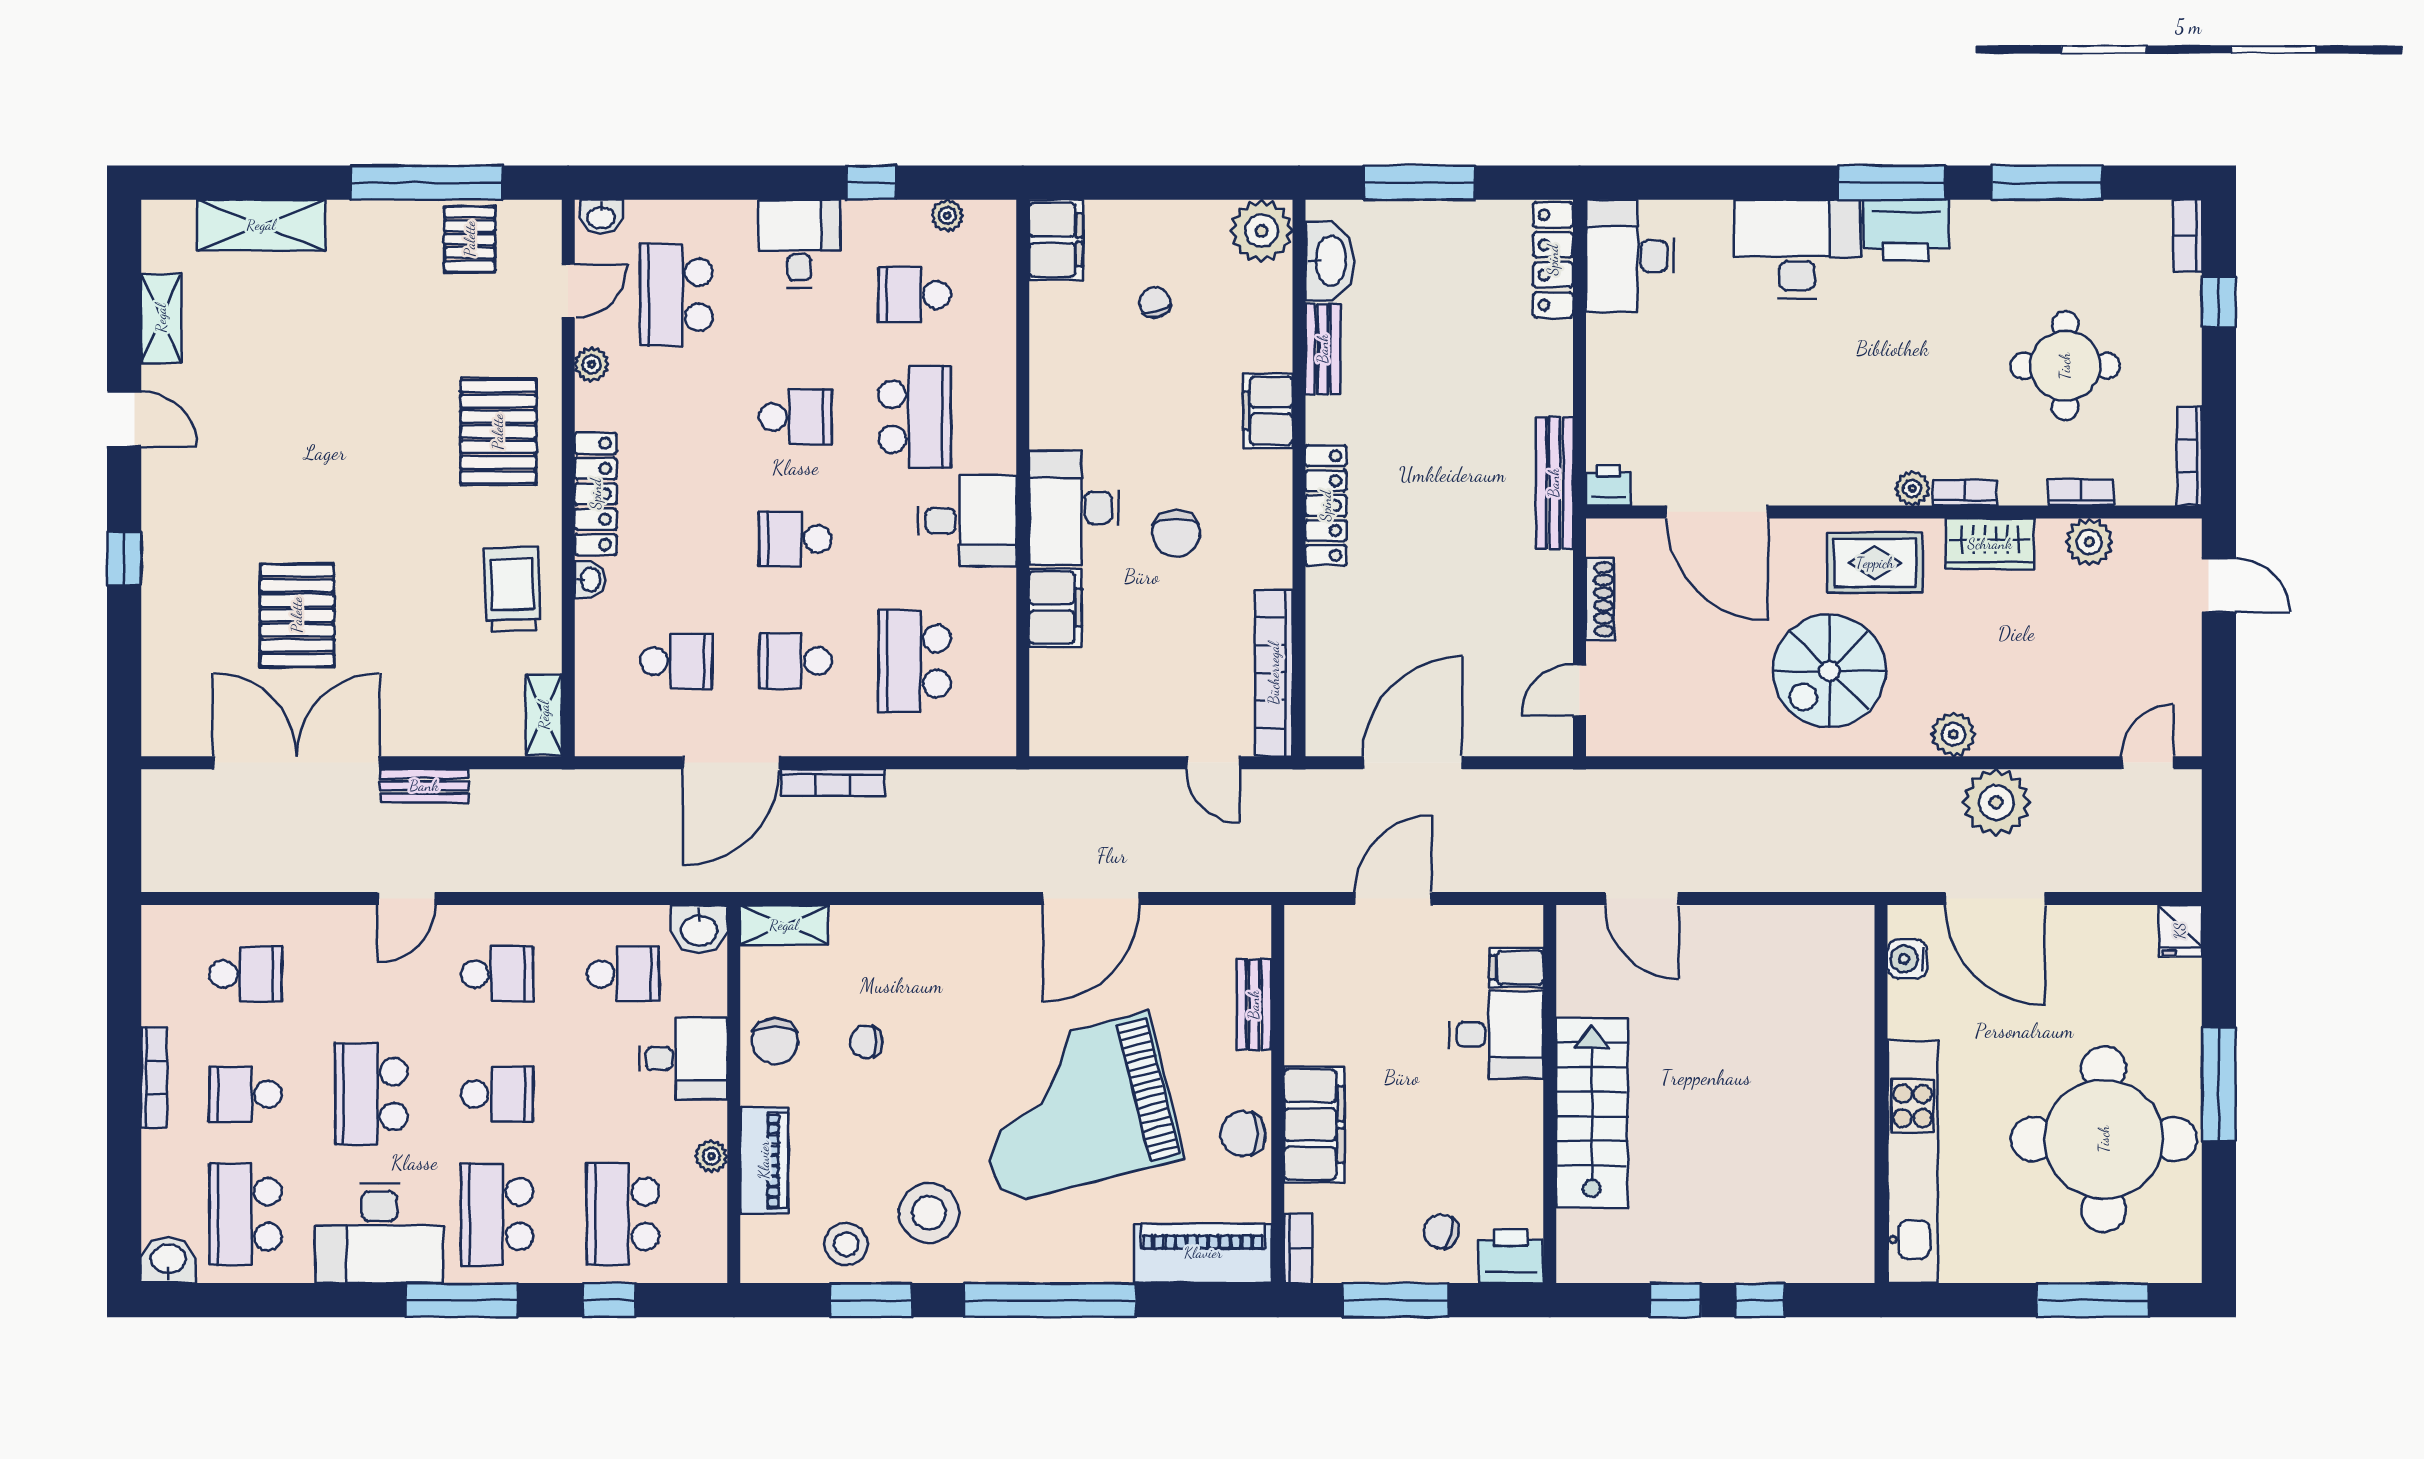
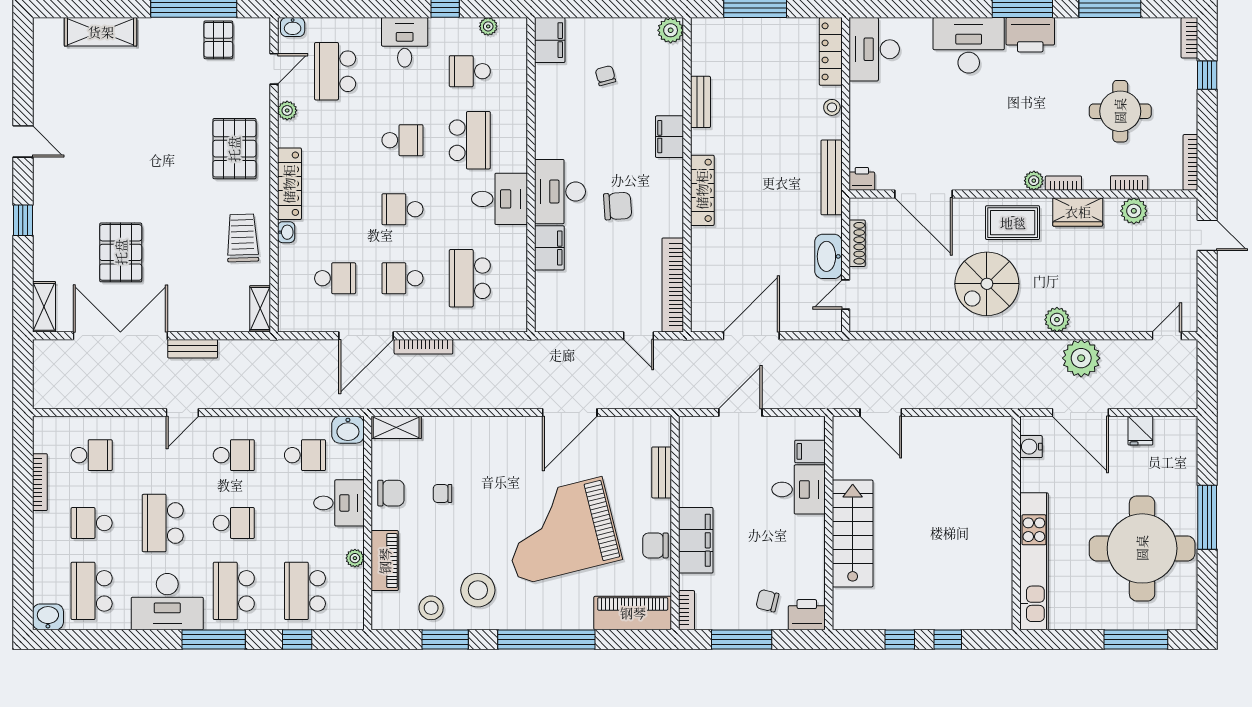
plant: (1261, 231) -> (671, 30), width x0.73, depth x0.73
washbasin: (1329, 261) -> (828, 256), moved, turned 180
shelving: (161, 318) -> (44, 307), moved
stool: (1555, 359) -> (832, 107), added
chair: (1176, 533) -> (618, 206), turned -94
fridge: (2180, 931) -> (1140, 431), moved
chair: (775, 1041) -> (391, 493), turned -90
bookcase: (154, 1077) -> (40, 482), moved

